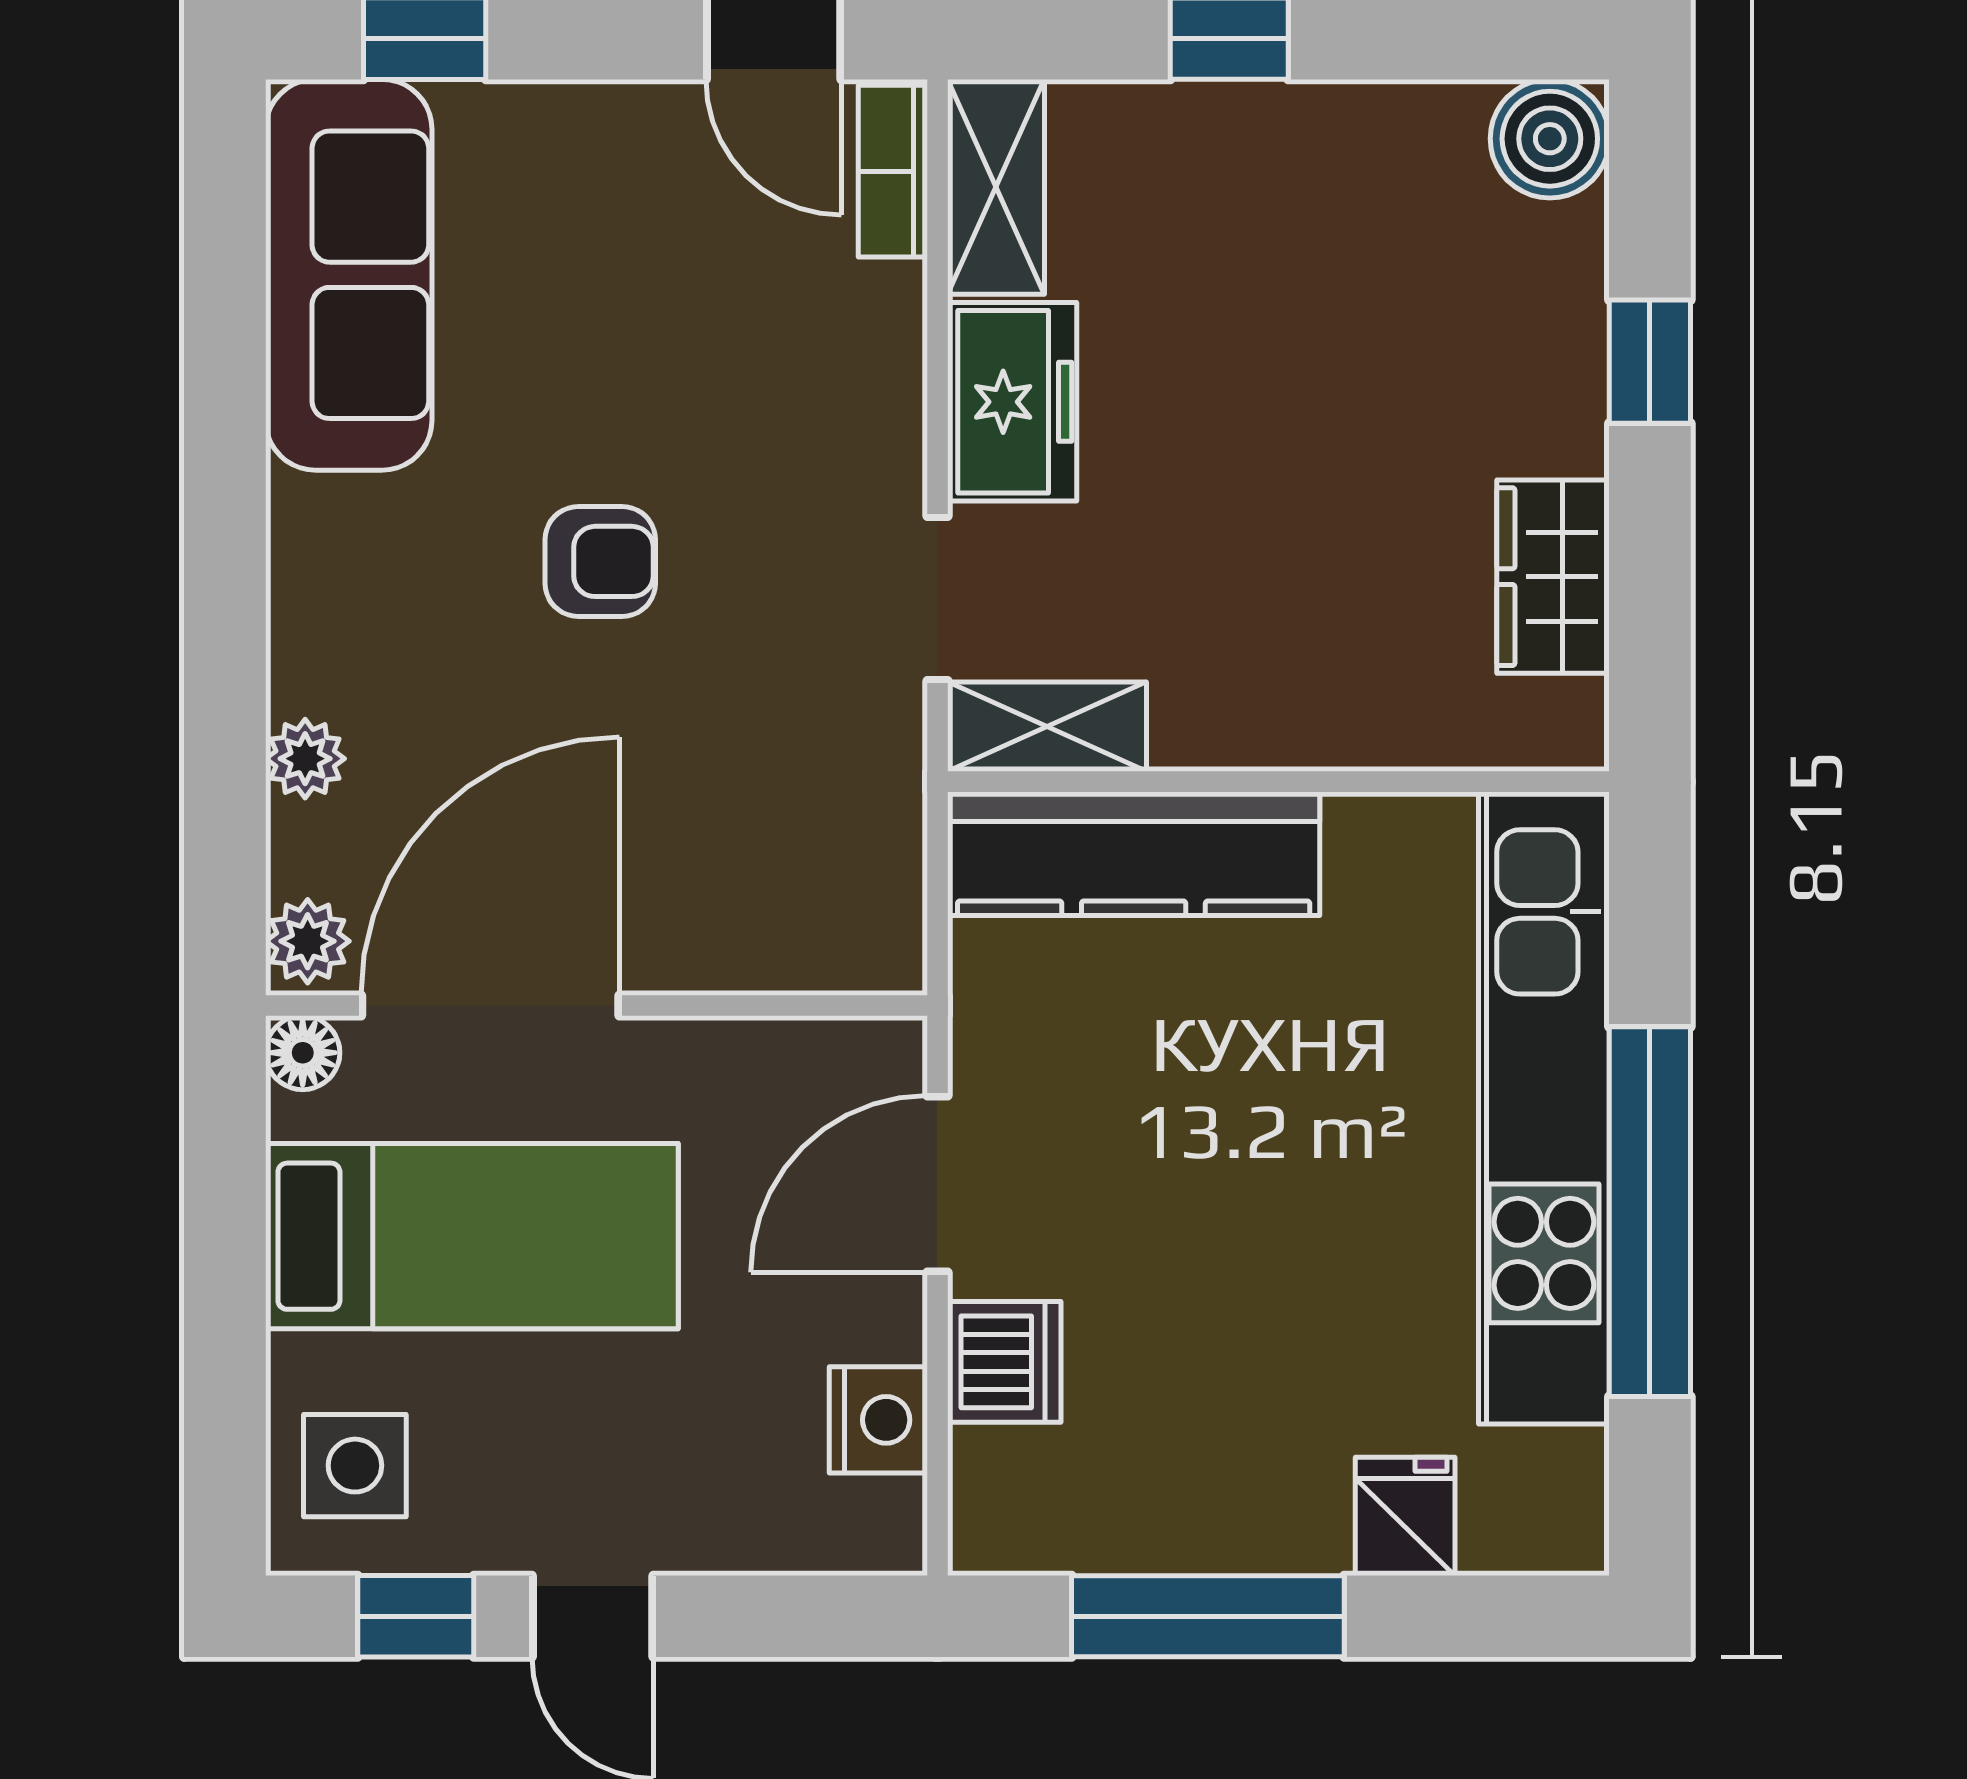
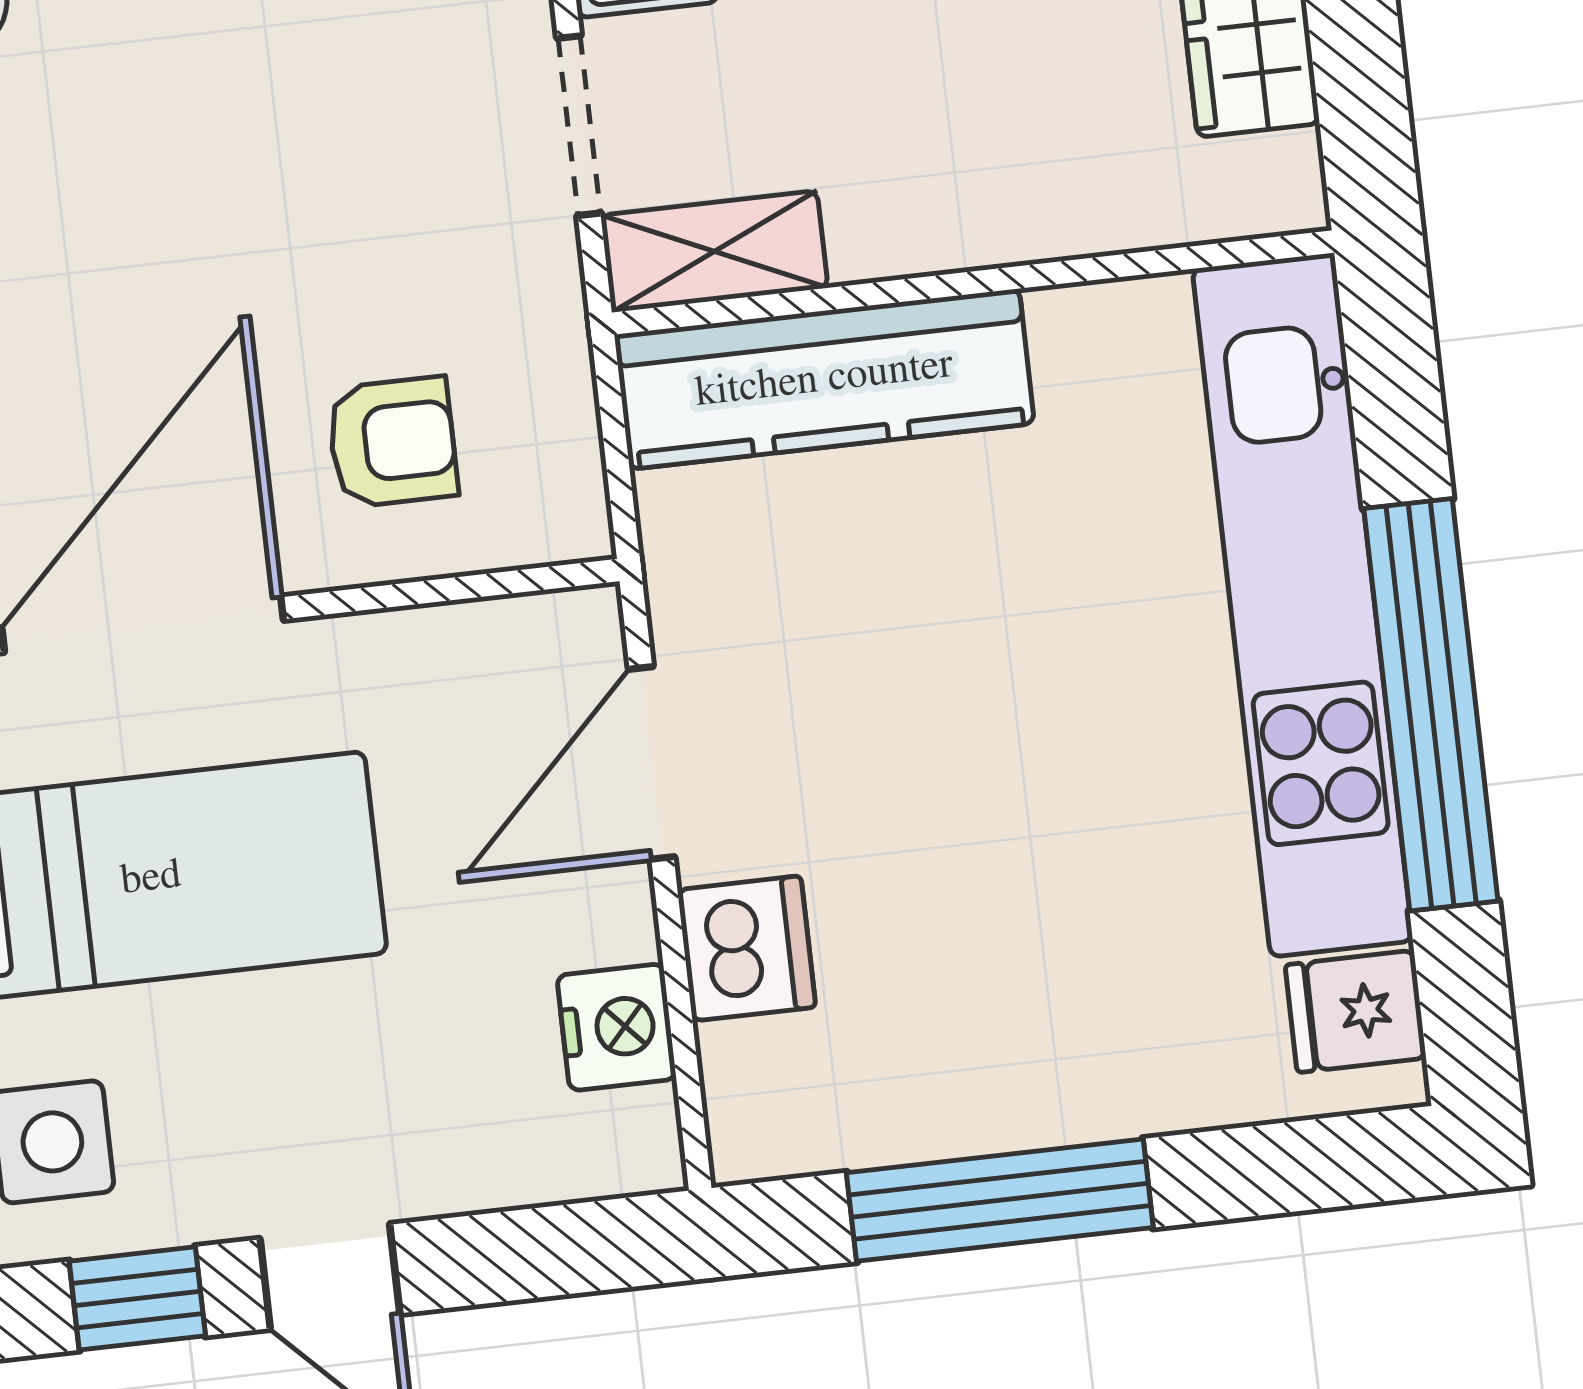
armchair: (600, 561) -> (392, 442), moved
fridge: (1405, 1516) -> (1356, 1011), moved, turned -90

